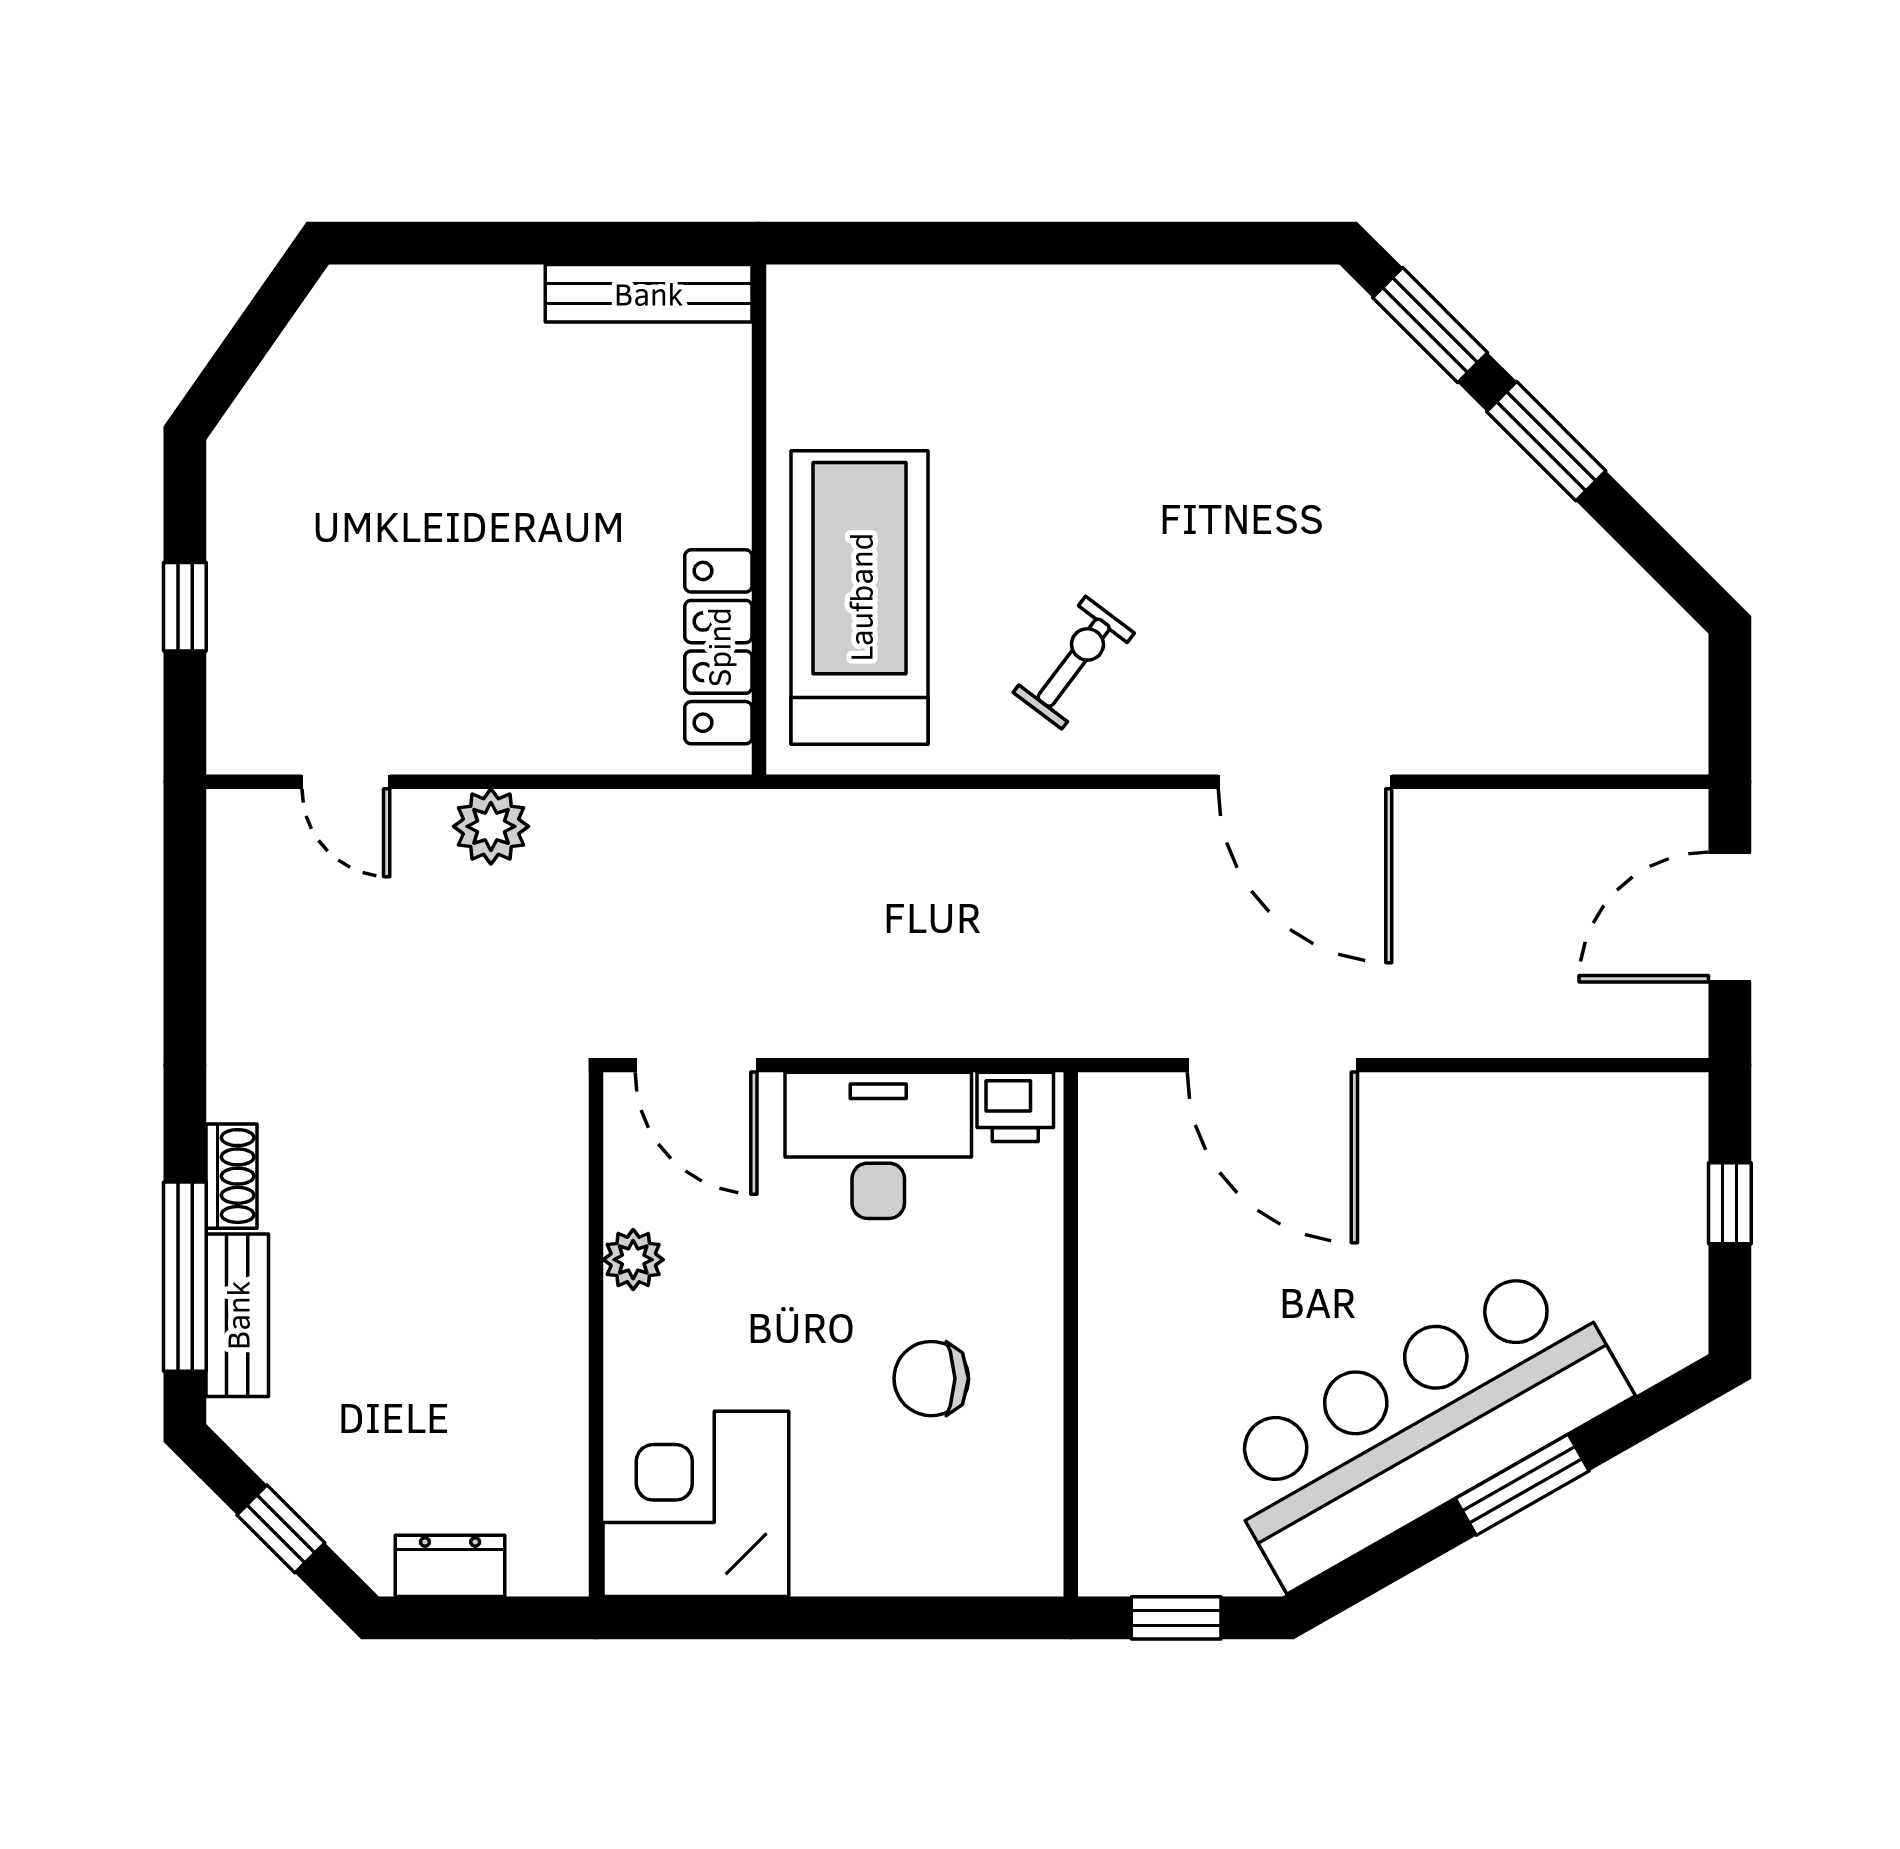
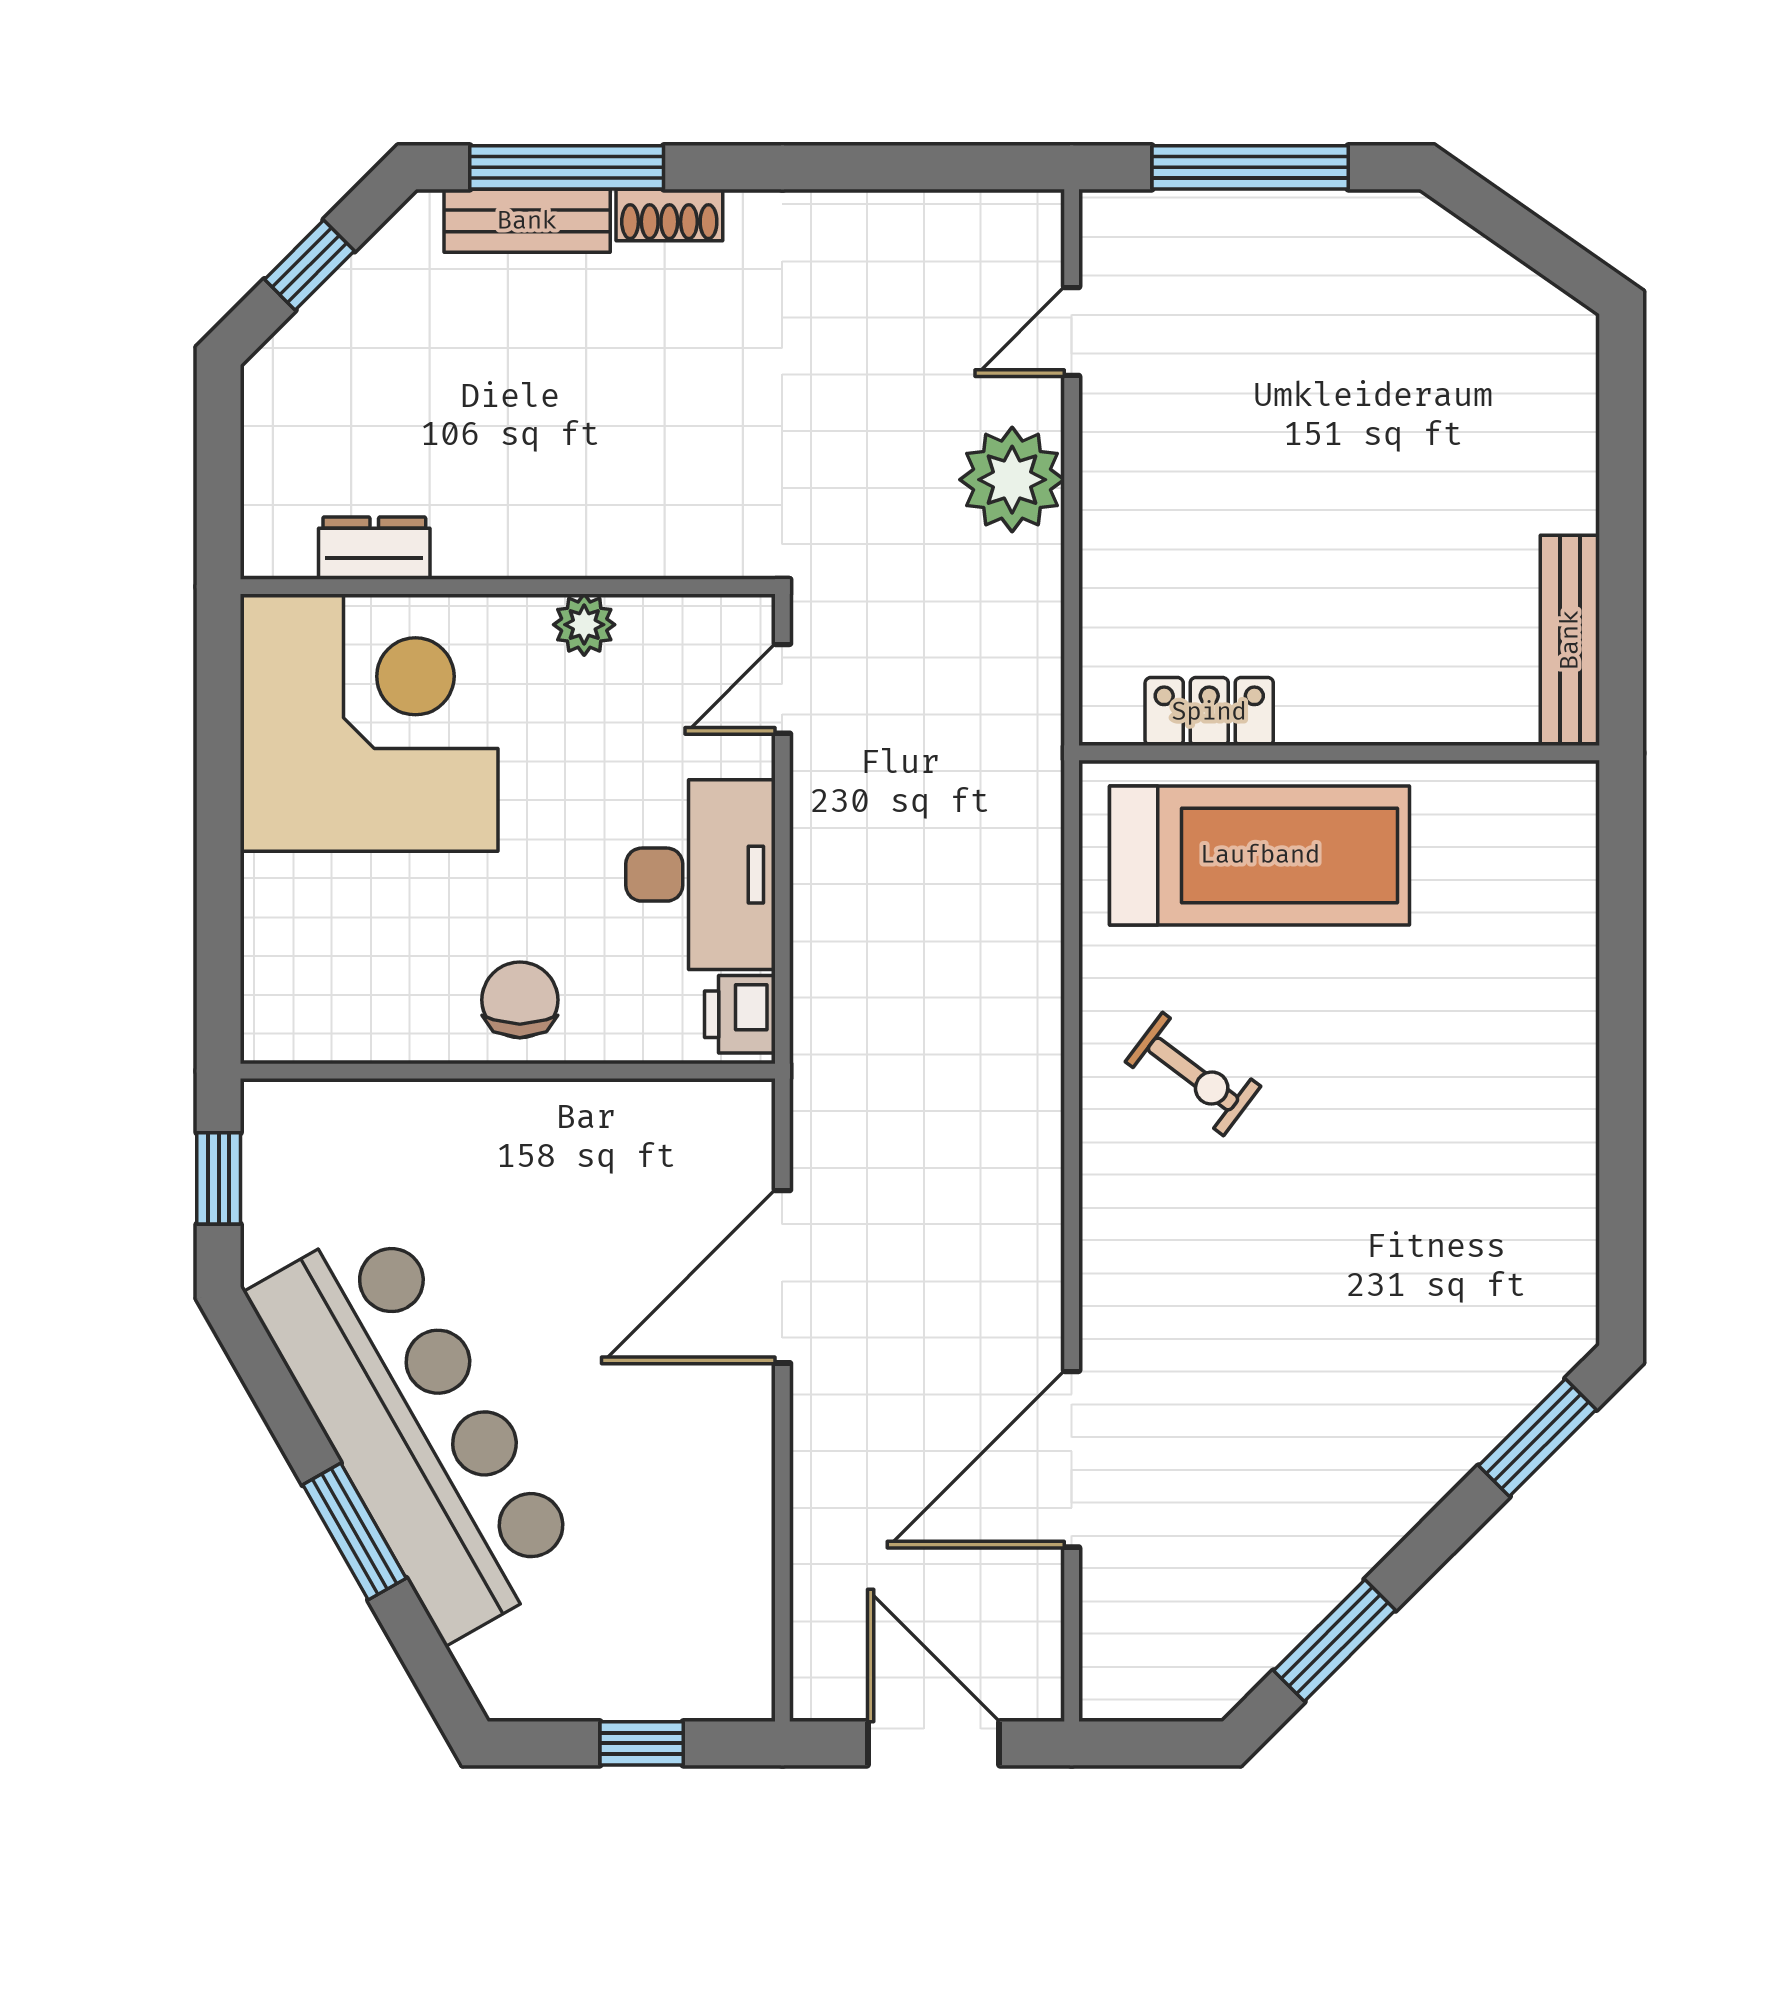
window: (1546, 441) -> (1335, 1640), moved
window: (185, 607) -> (1250, 167), width x2.17
locker: (718, 647) -> (1209, 712), width x0.66
door: (1305, 782) -> (1072, 1459), moved
plant: (491, 826) -> (1012, 480), width x1.36, depth x1.36
door: (696, 1065) -> (782, 689), width x0.73
chair: (931, 1379) -> (520, 1000), moved
corner desk: (696, 1504) -> (369, 723), width x1.36, depth x1.36
dresser: (450, 1566) -> (374, 548), moved, turned -90

